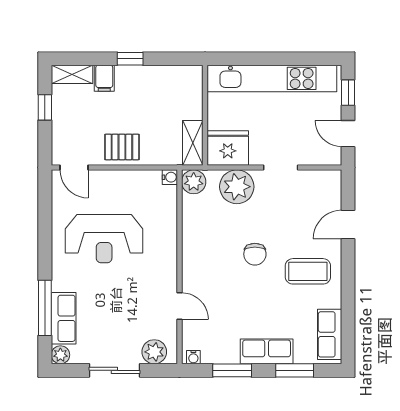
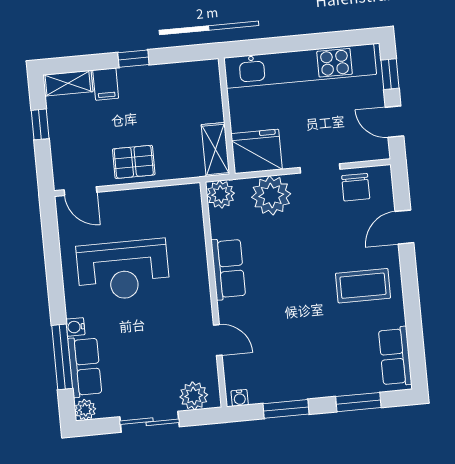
water cooler: (170, 177) -> (75, 327), moved, turned 180
chair: (255, 254) -> (356, 187), moved
row of seats: (267, 351) -> (228, 269), moved, turned 90

